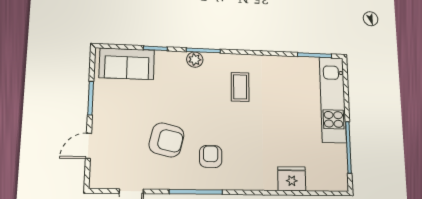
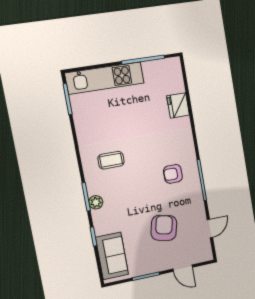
armchair: (166, 140) -> (164, 228), moved

